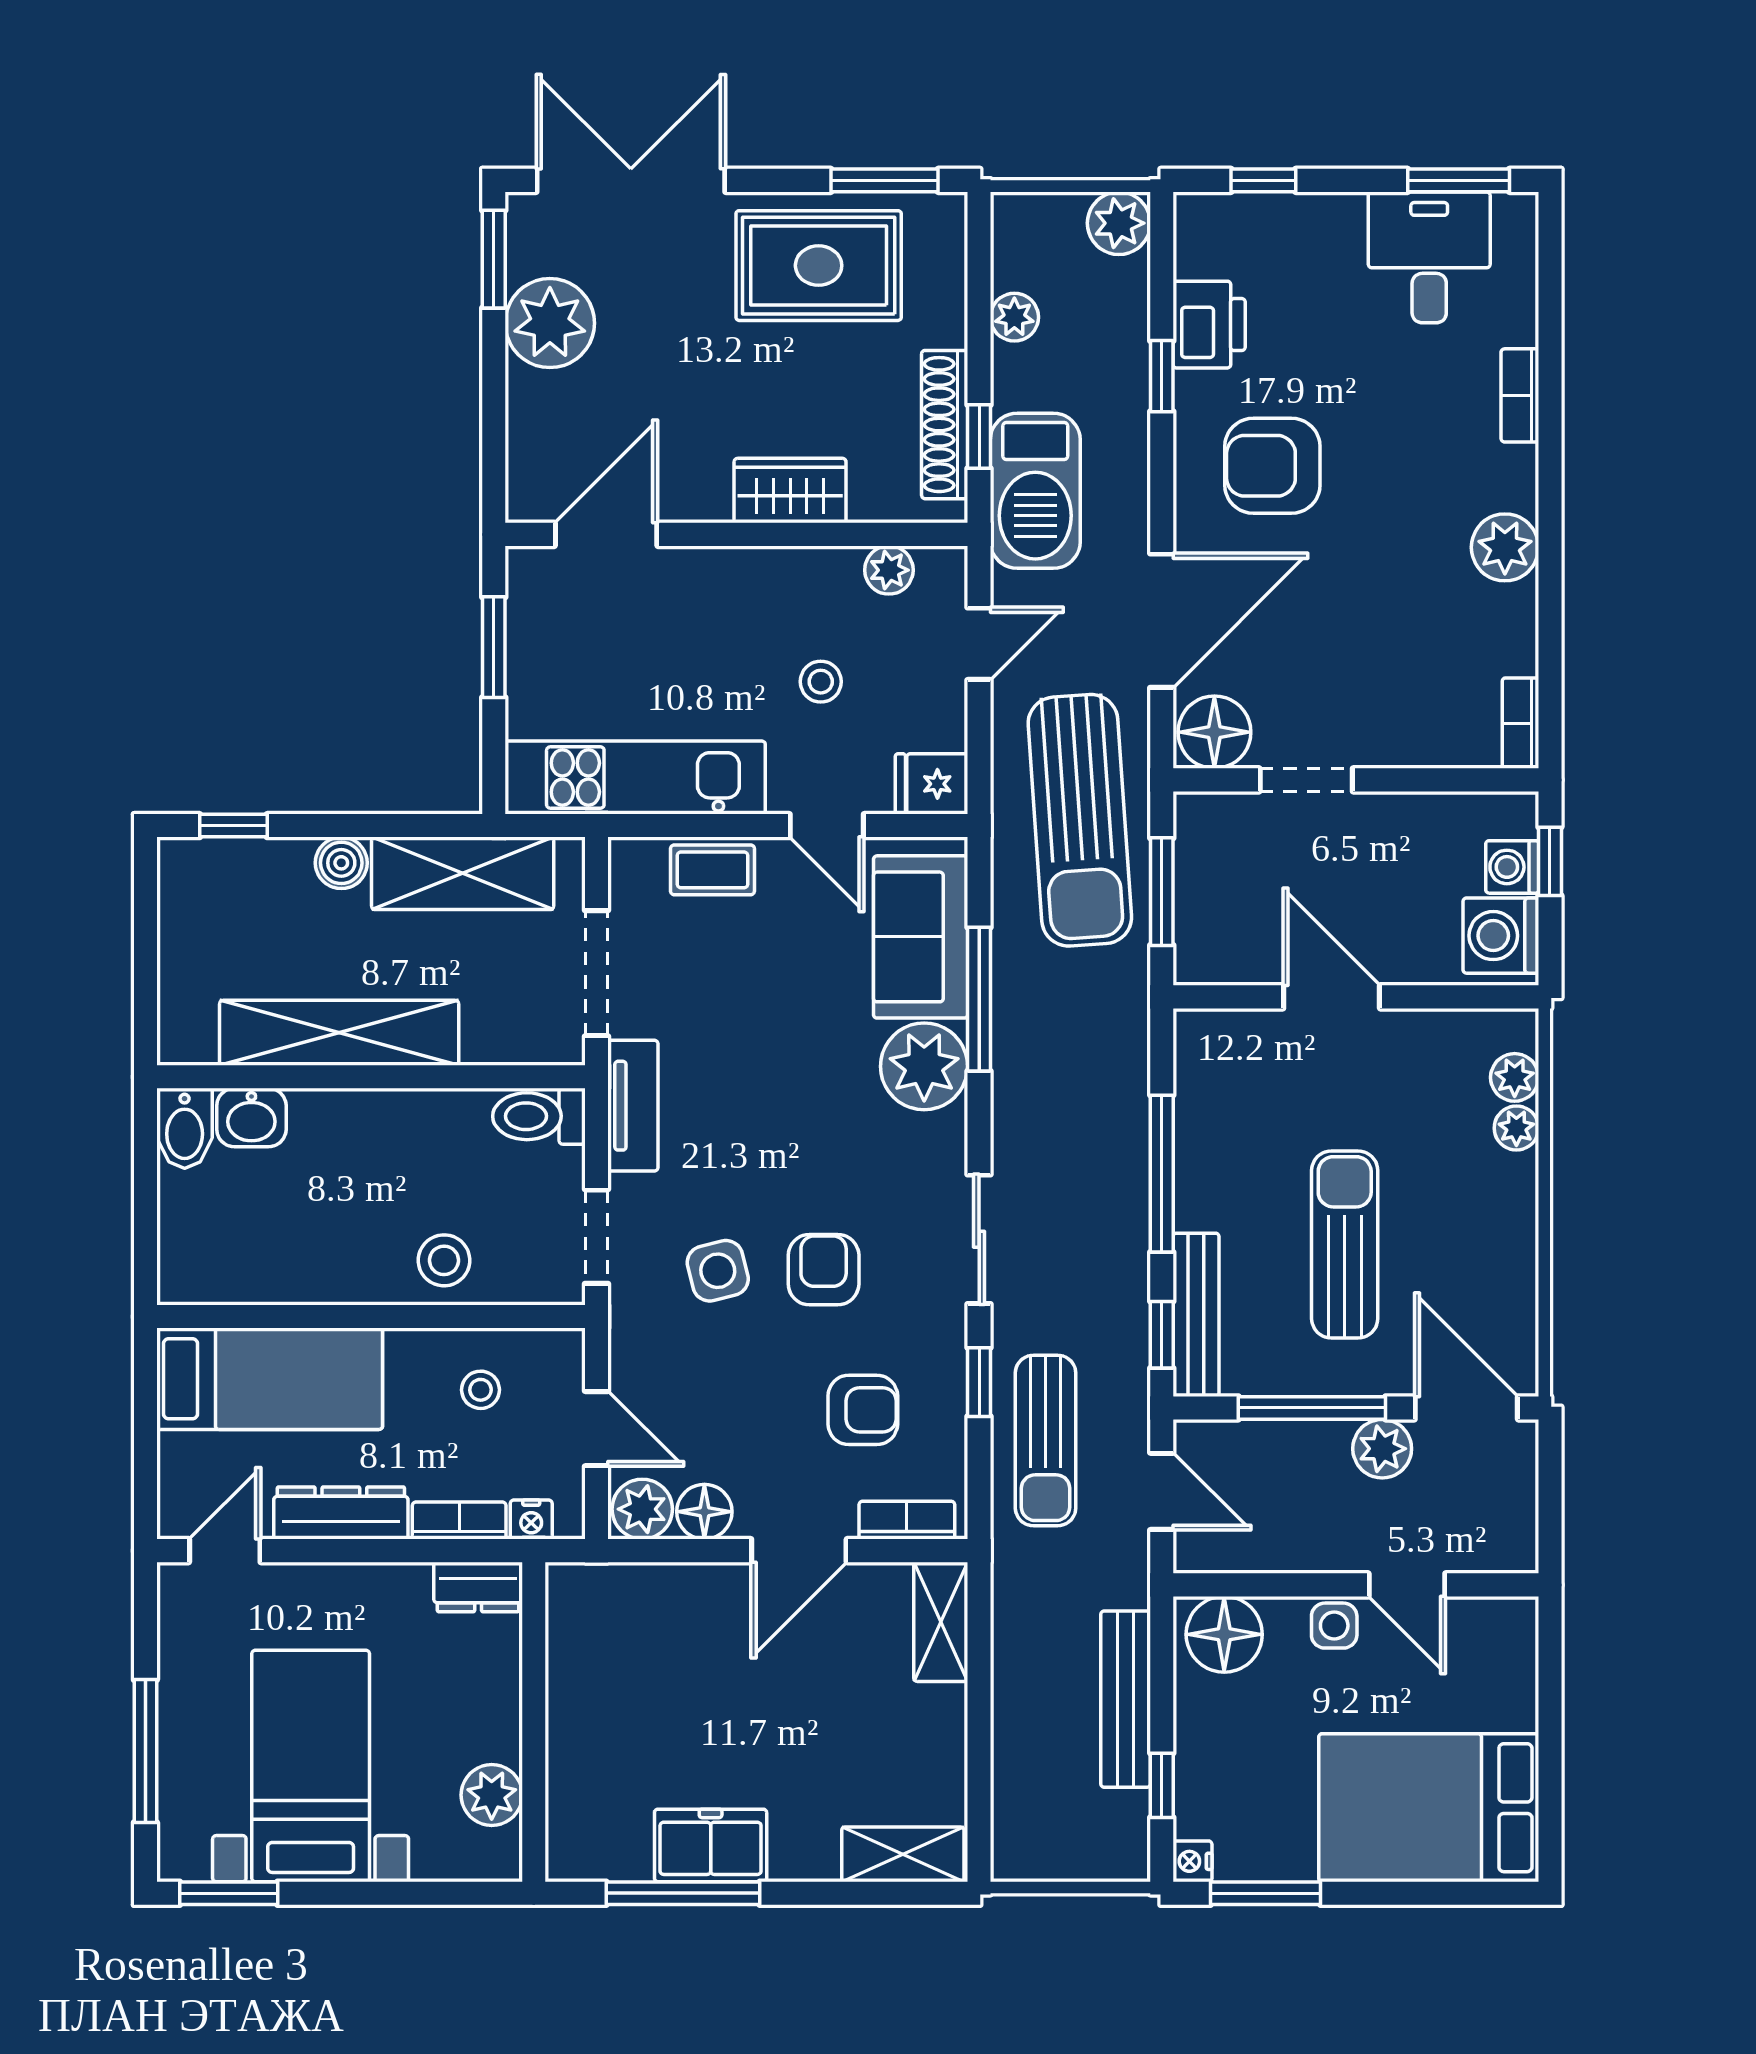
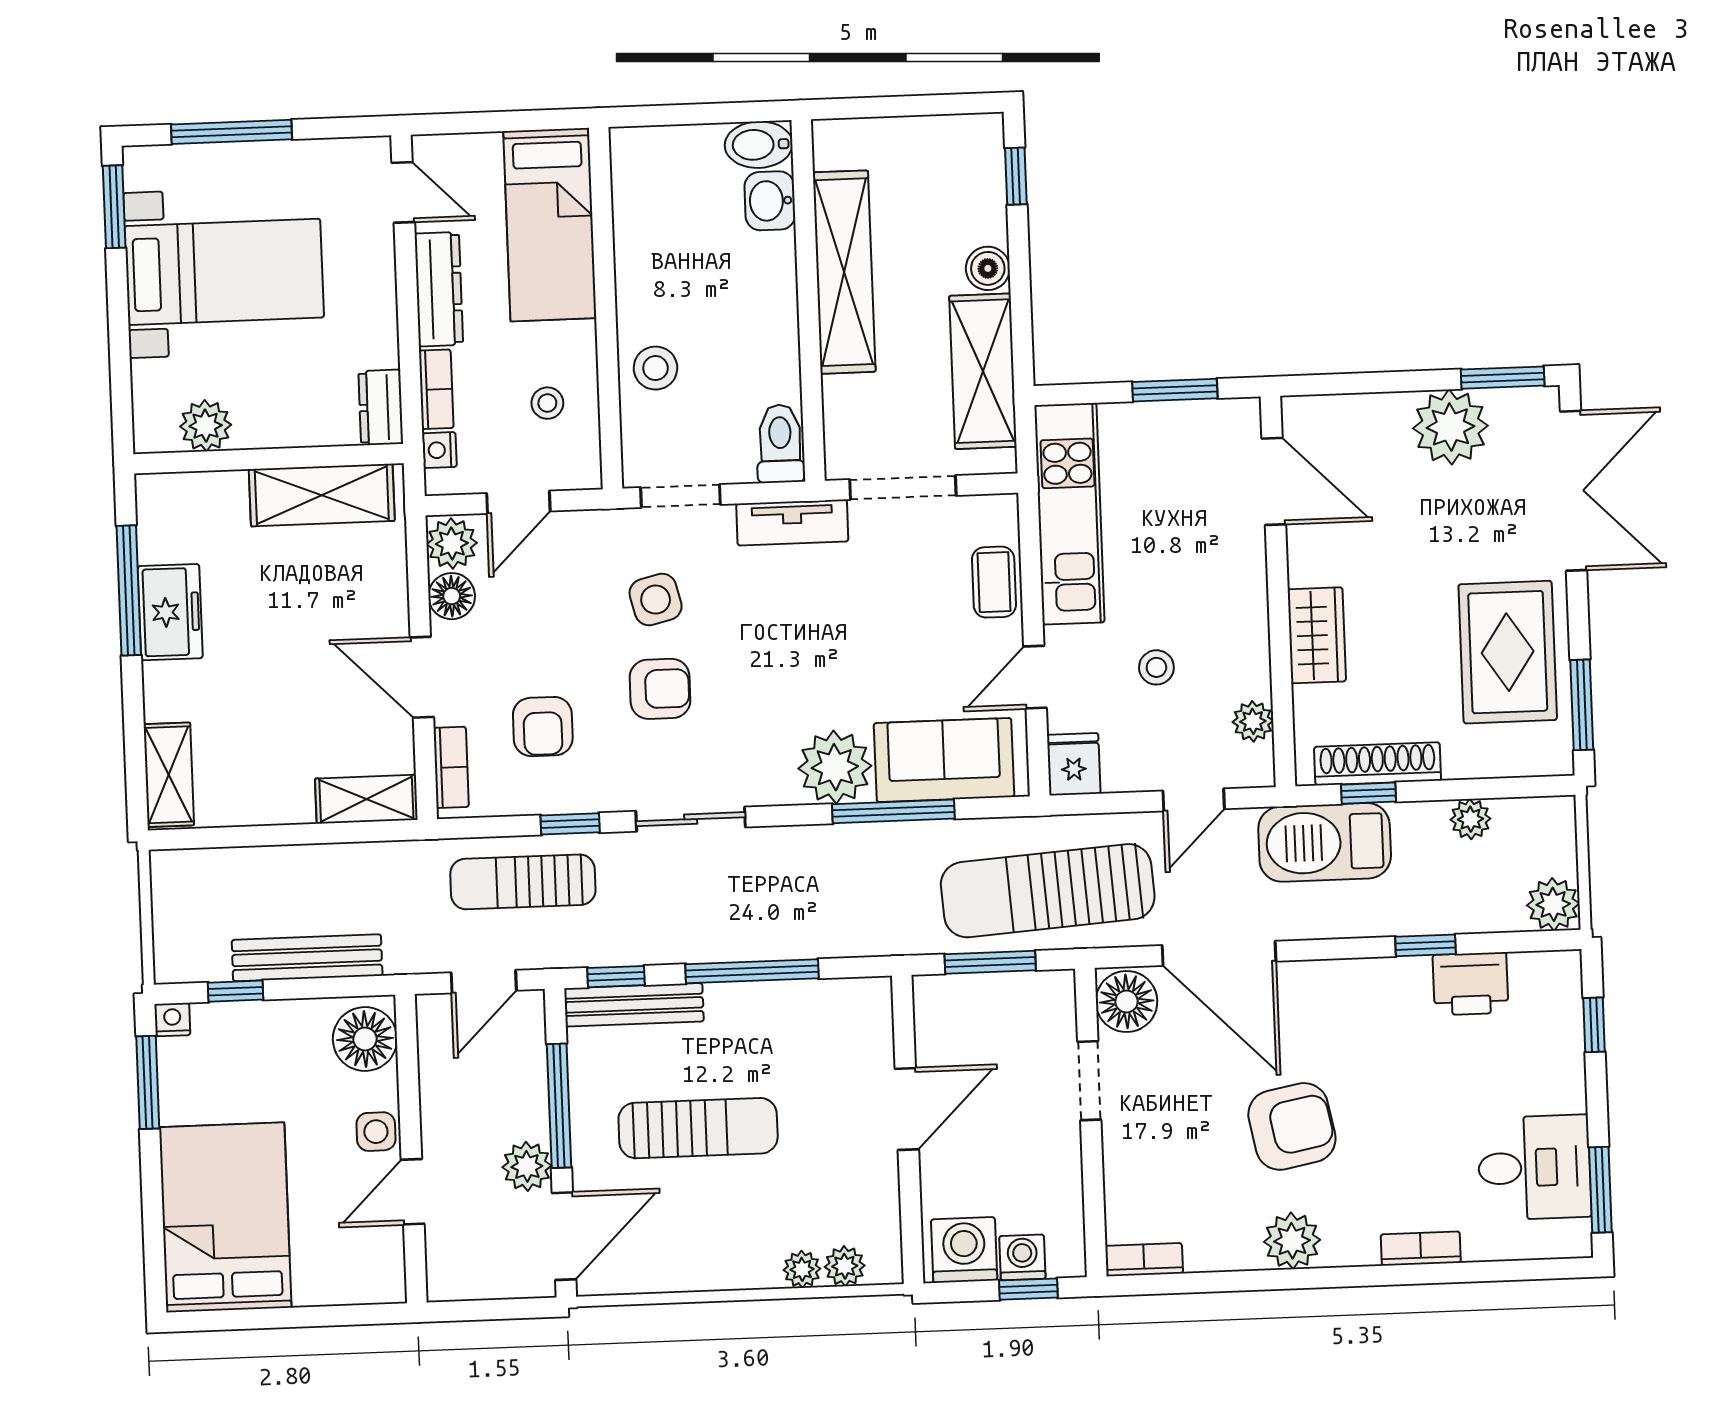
armchair: (1272, 466) -> (1292, 1126), moved, turned 79
door: (979, 644) -> (1194, 800), hinge flipped
shelving: (579, 1661) -> (322, 495), added

